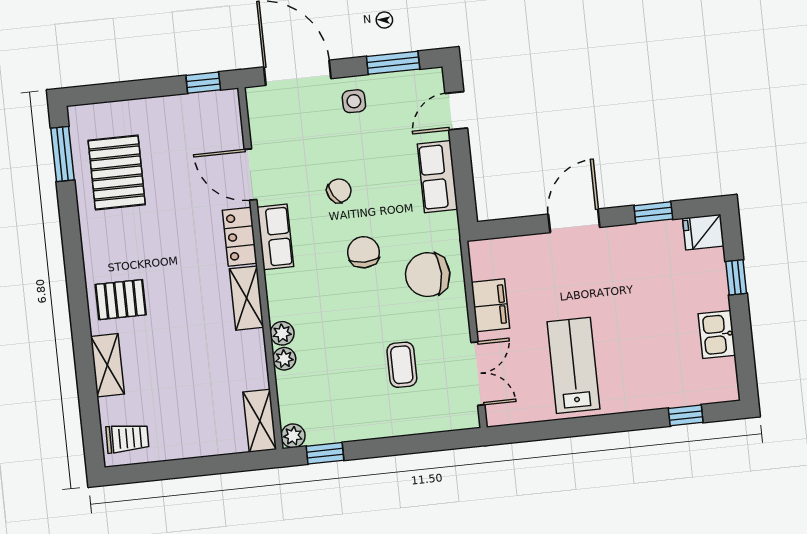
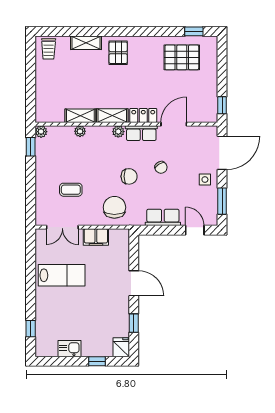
window: (63, 154) -> (194, 31), width x0.67
plant: (282, 333) -> (118, 132), moved
shelving: (260, 421) -> (80, 116), moved

